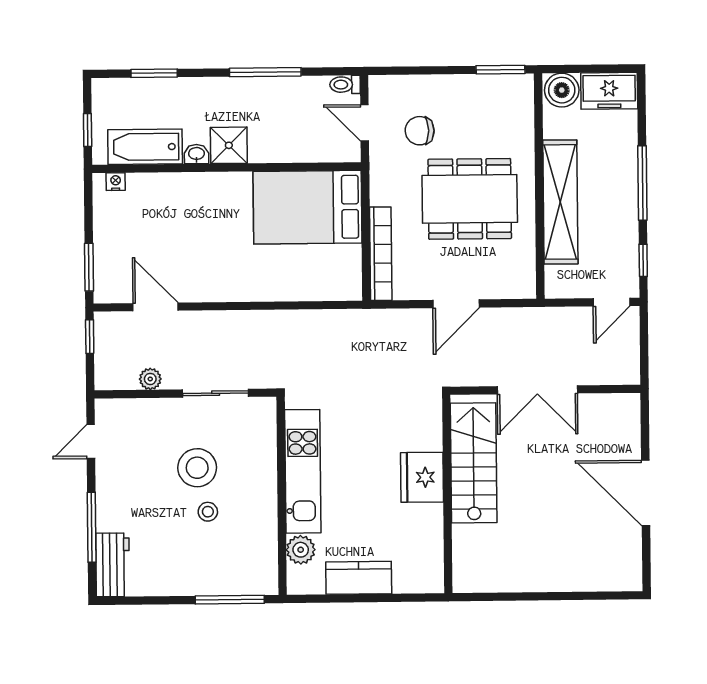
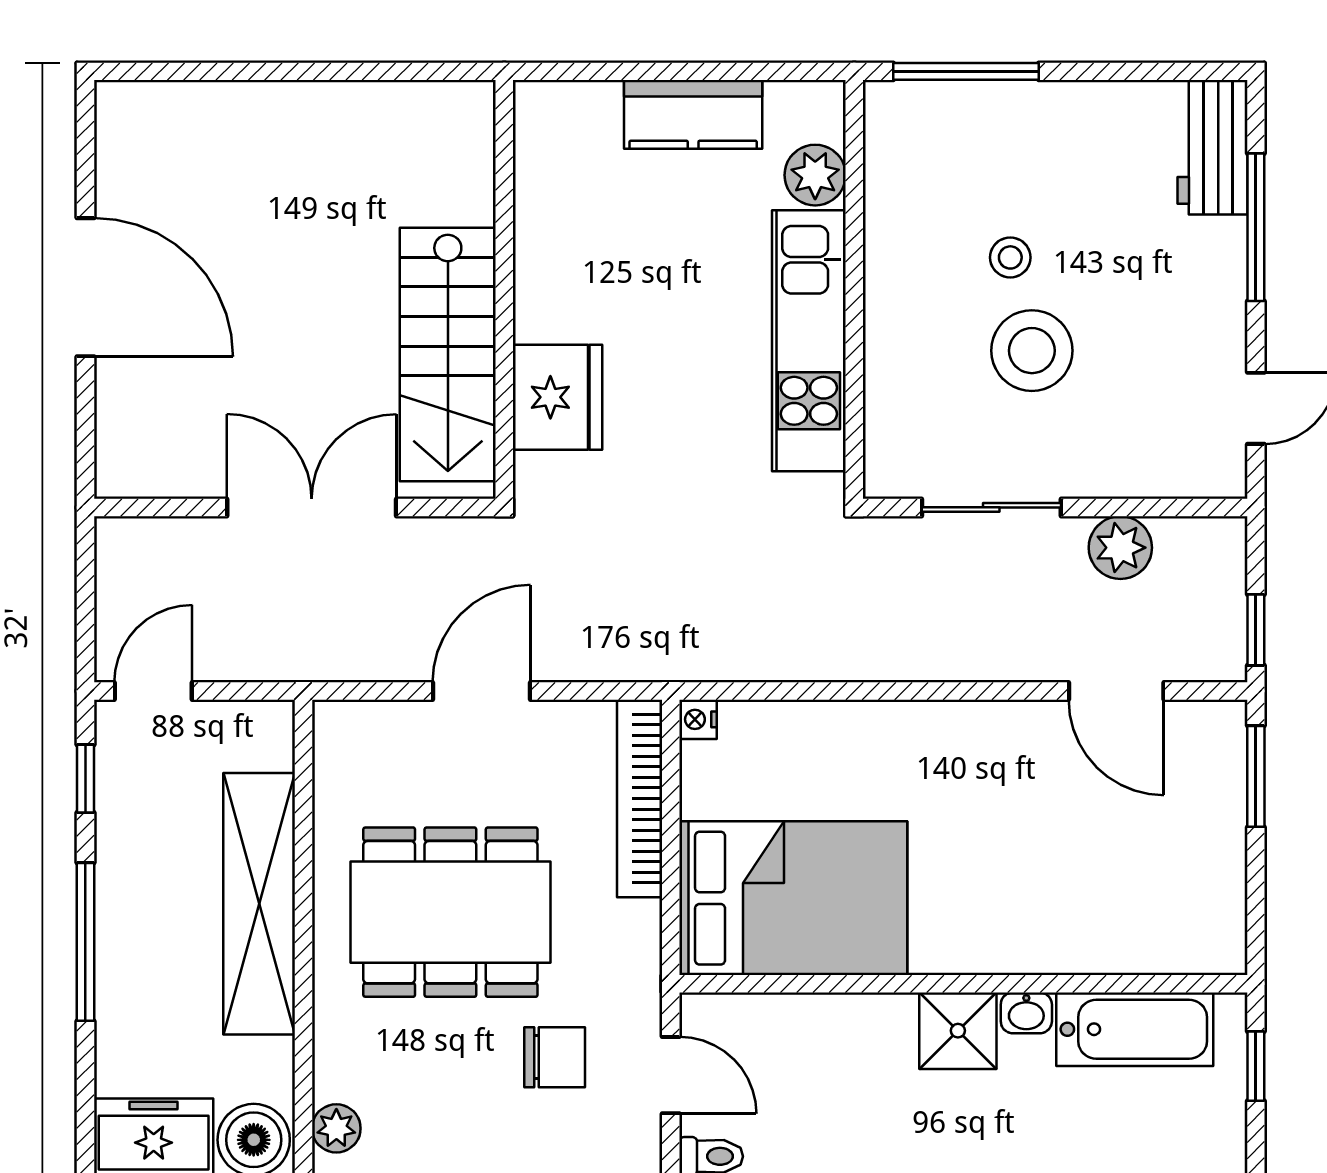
plant: (523, 96) -> (336, 1128), added
nightstand: (116, 182) -> (698, 719), moved, turned 90
plant: (150, 379) -> (1120, 548), width x1.38, depth x1.38
fridge: (422, 477) -> (558, 397), moved

